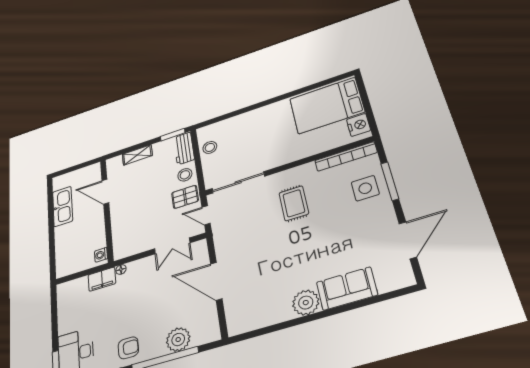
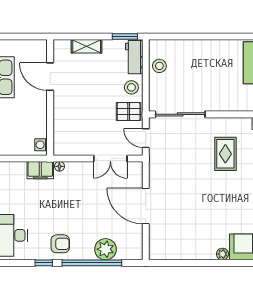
plant: (306, 303) -> (222, 254), width x0.53, depth x0.53

